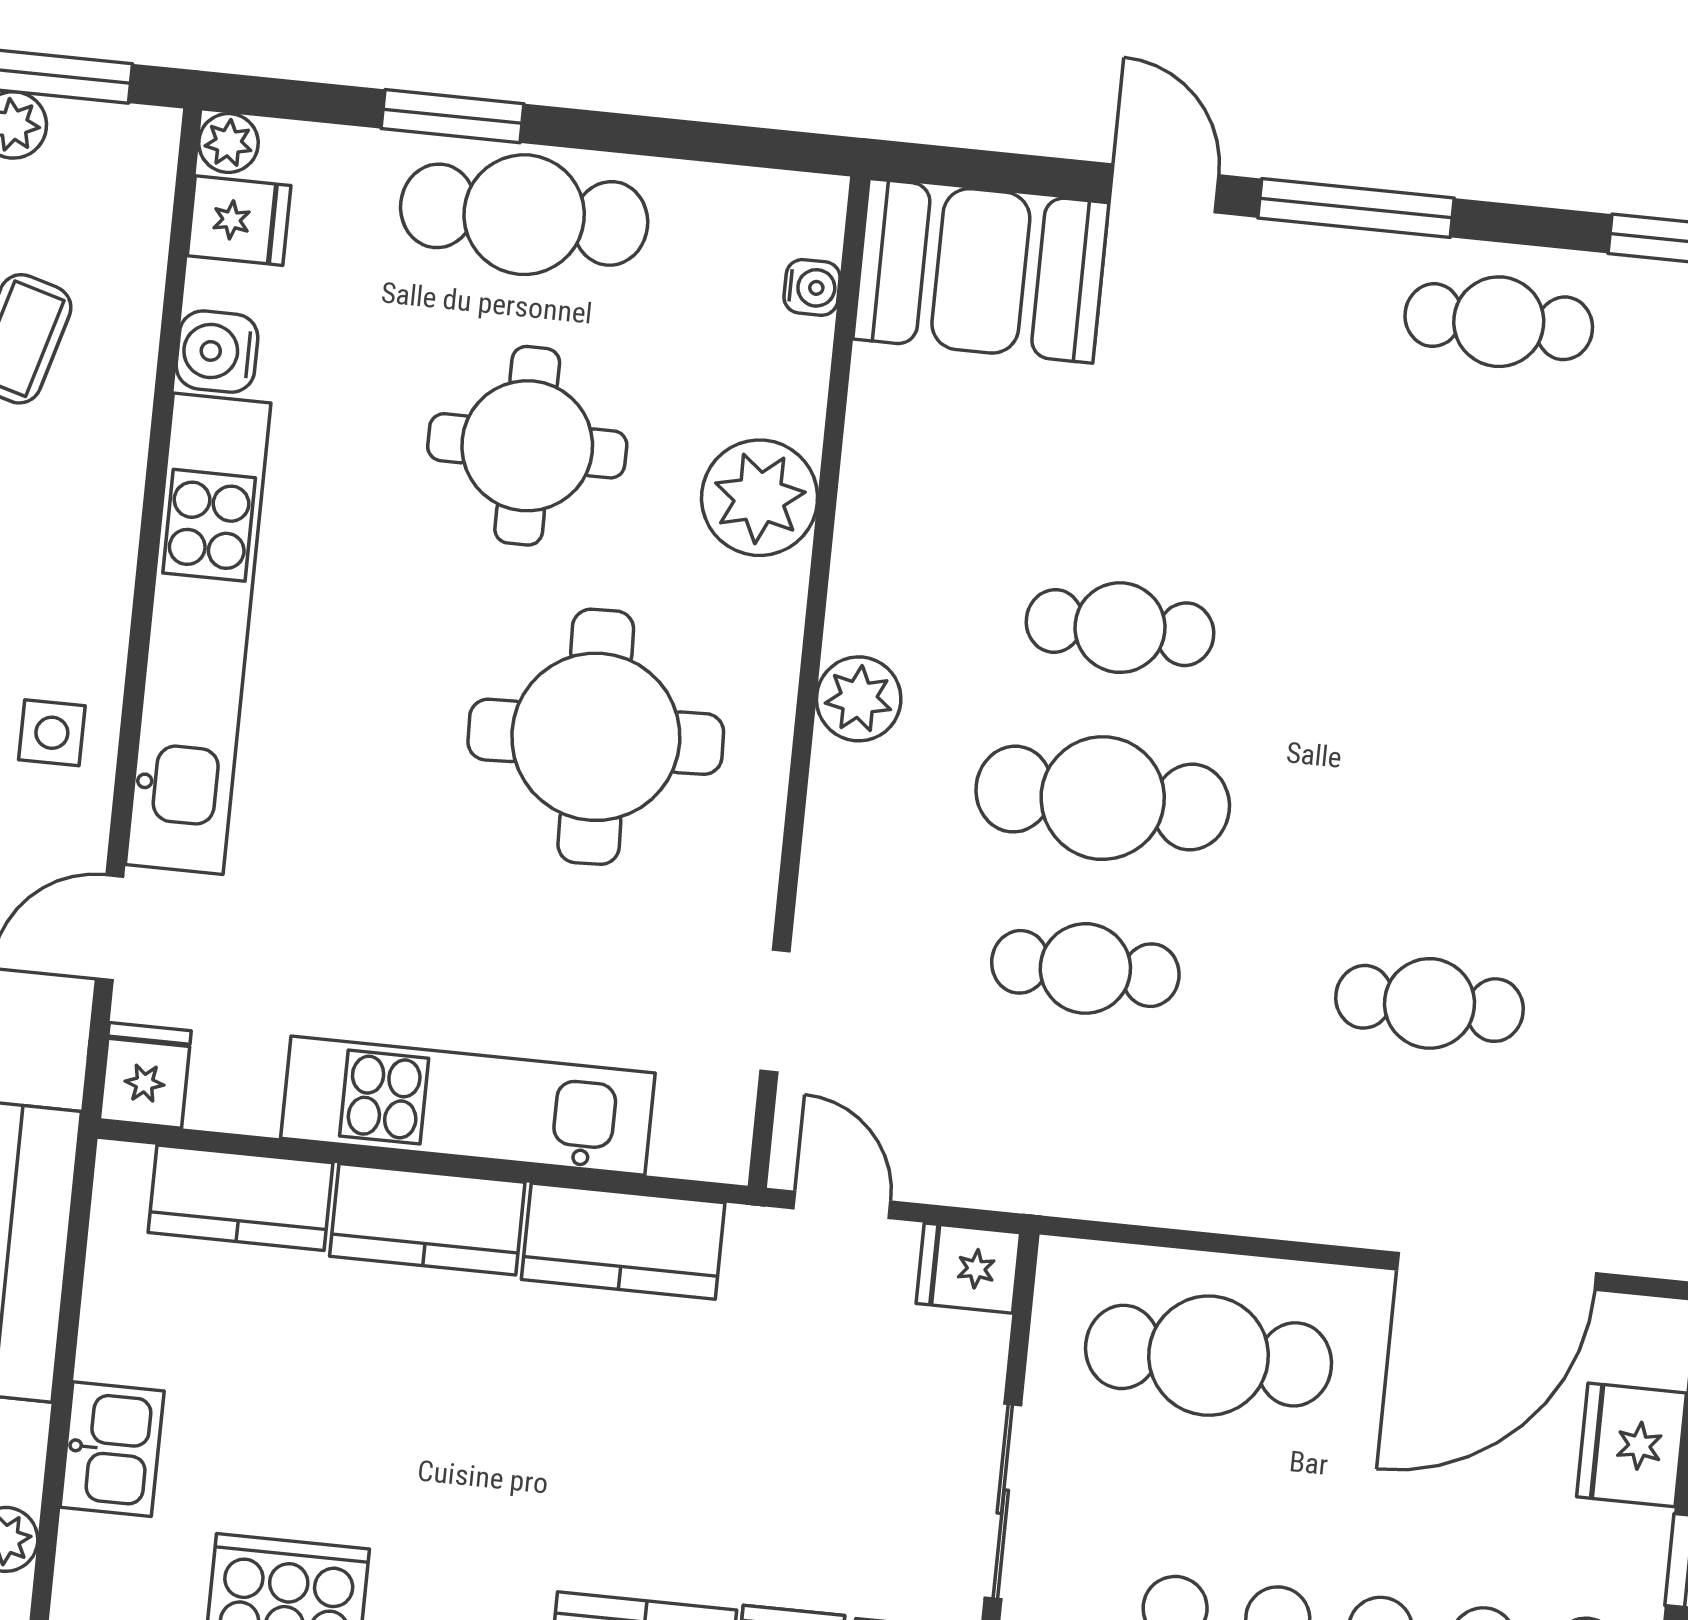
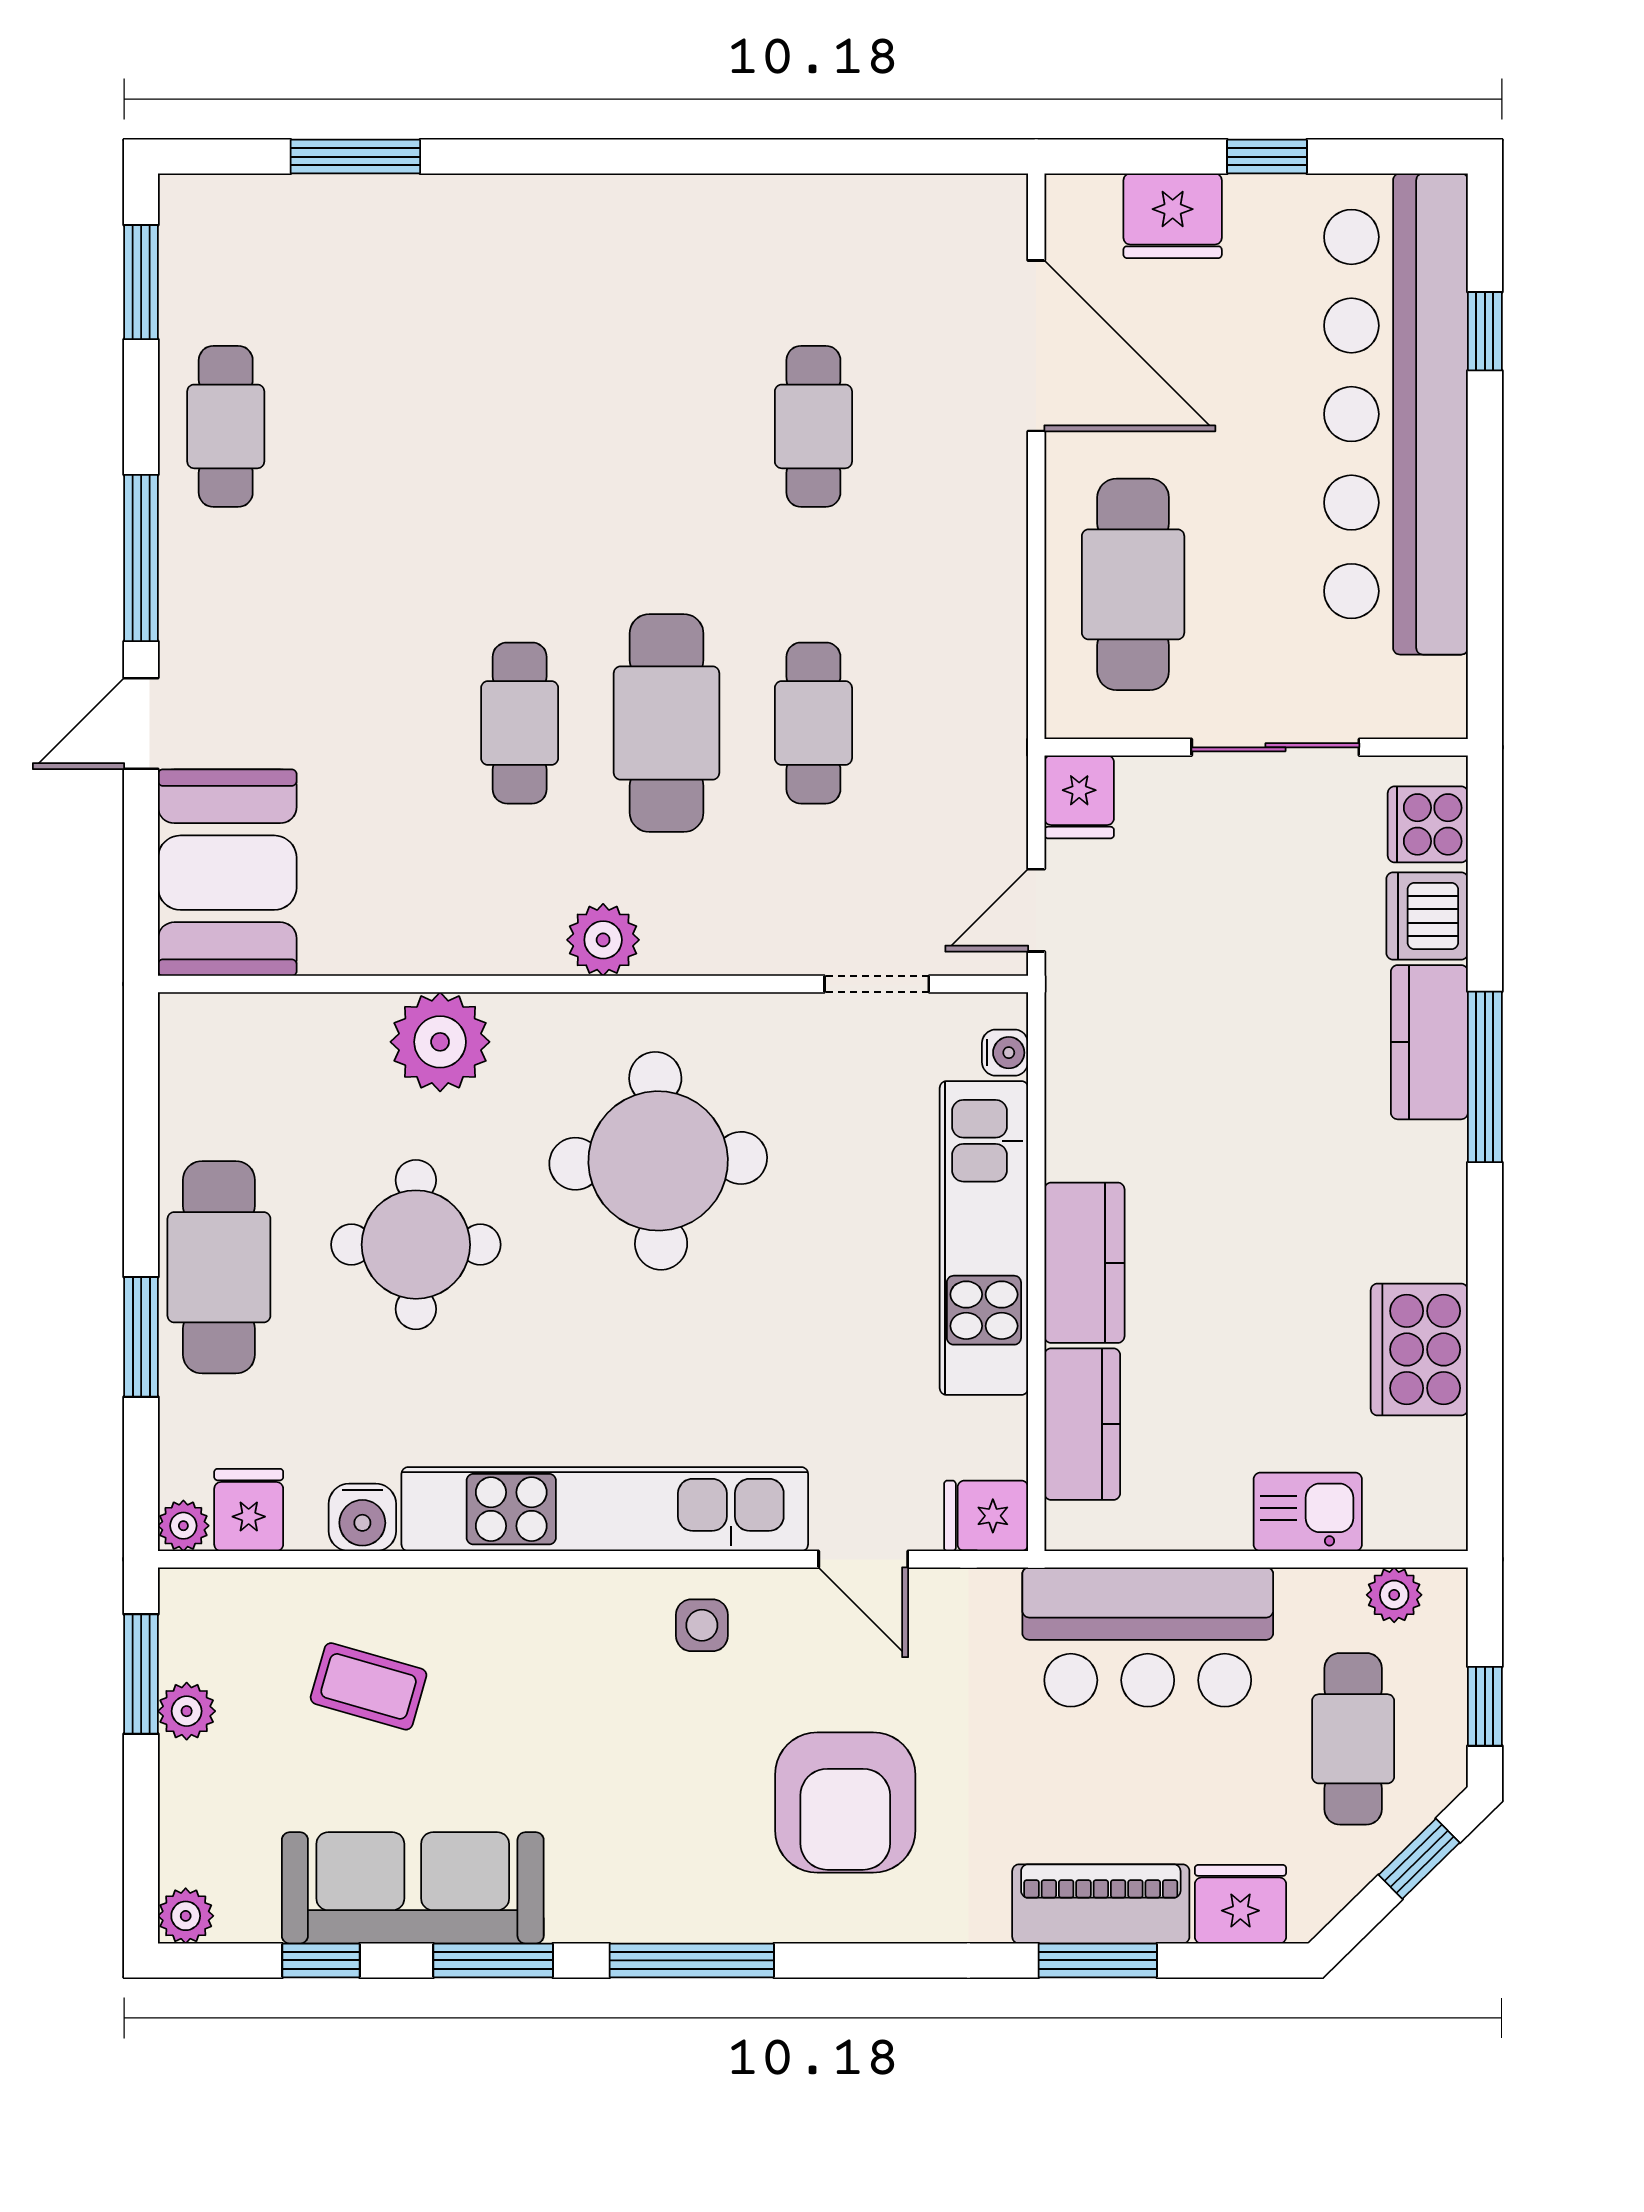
water cooler: (812, 287) -> (1005, 1053), moved, turned 90
kitchen counter: (623, 1241) -> (1086, 1094), removed

